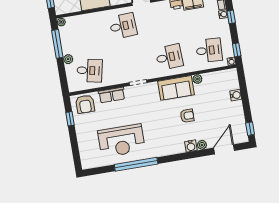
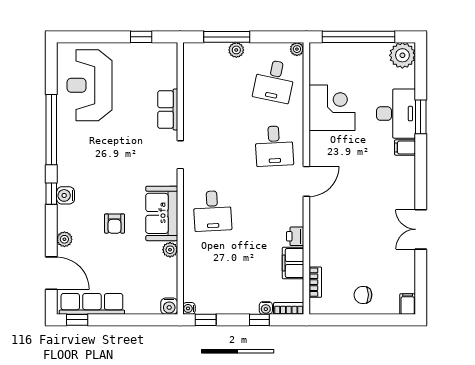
window: (57, 44) -> (227, 37), moved
desk: (209, 50) -> (212, 276), removed
desk: (90, 71) -> (274, 81), moved
water cooler: (236, 95) -> (169, 306), moved
armchair: (85, 104) -> (160, 65), removed
row of seats: (239, 121) -> (92, 304), added
reception desk: (121, 141) -> (89, 85), moved
water cooler: (191, 146) -> (66, 195), moved
window: (175, 158) -> (51, 194), added

